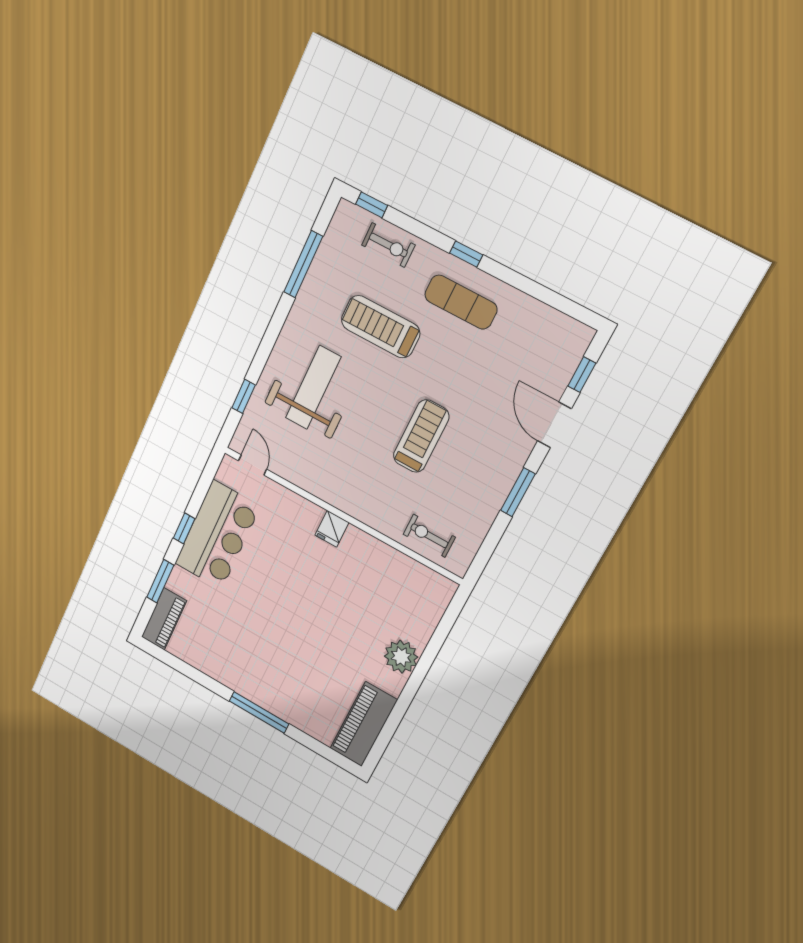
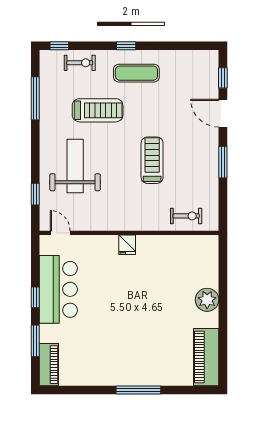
treadmill: (380, 327) -> (98, 110), turned 180
exercise bike: (429, 536) -> (186, 216), turned 180

